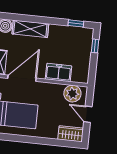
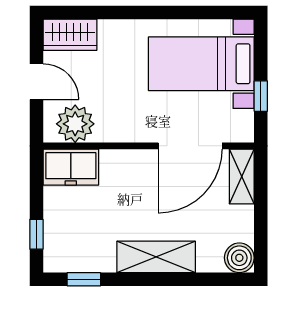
shelving: (30, 29) -> (156, 257), moved
freezer: (59, 72) -> (71, 167), moved

